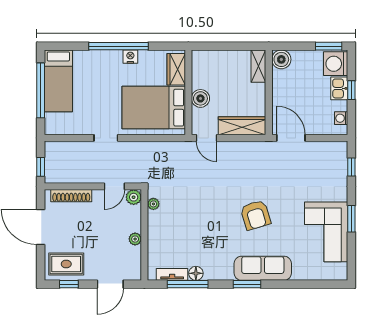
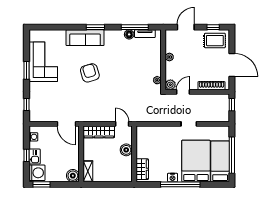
bed: (154, 108) -> (196, 161), moved, turned -90

